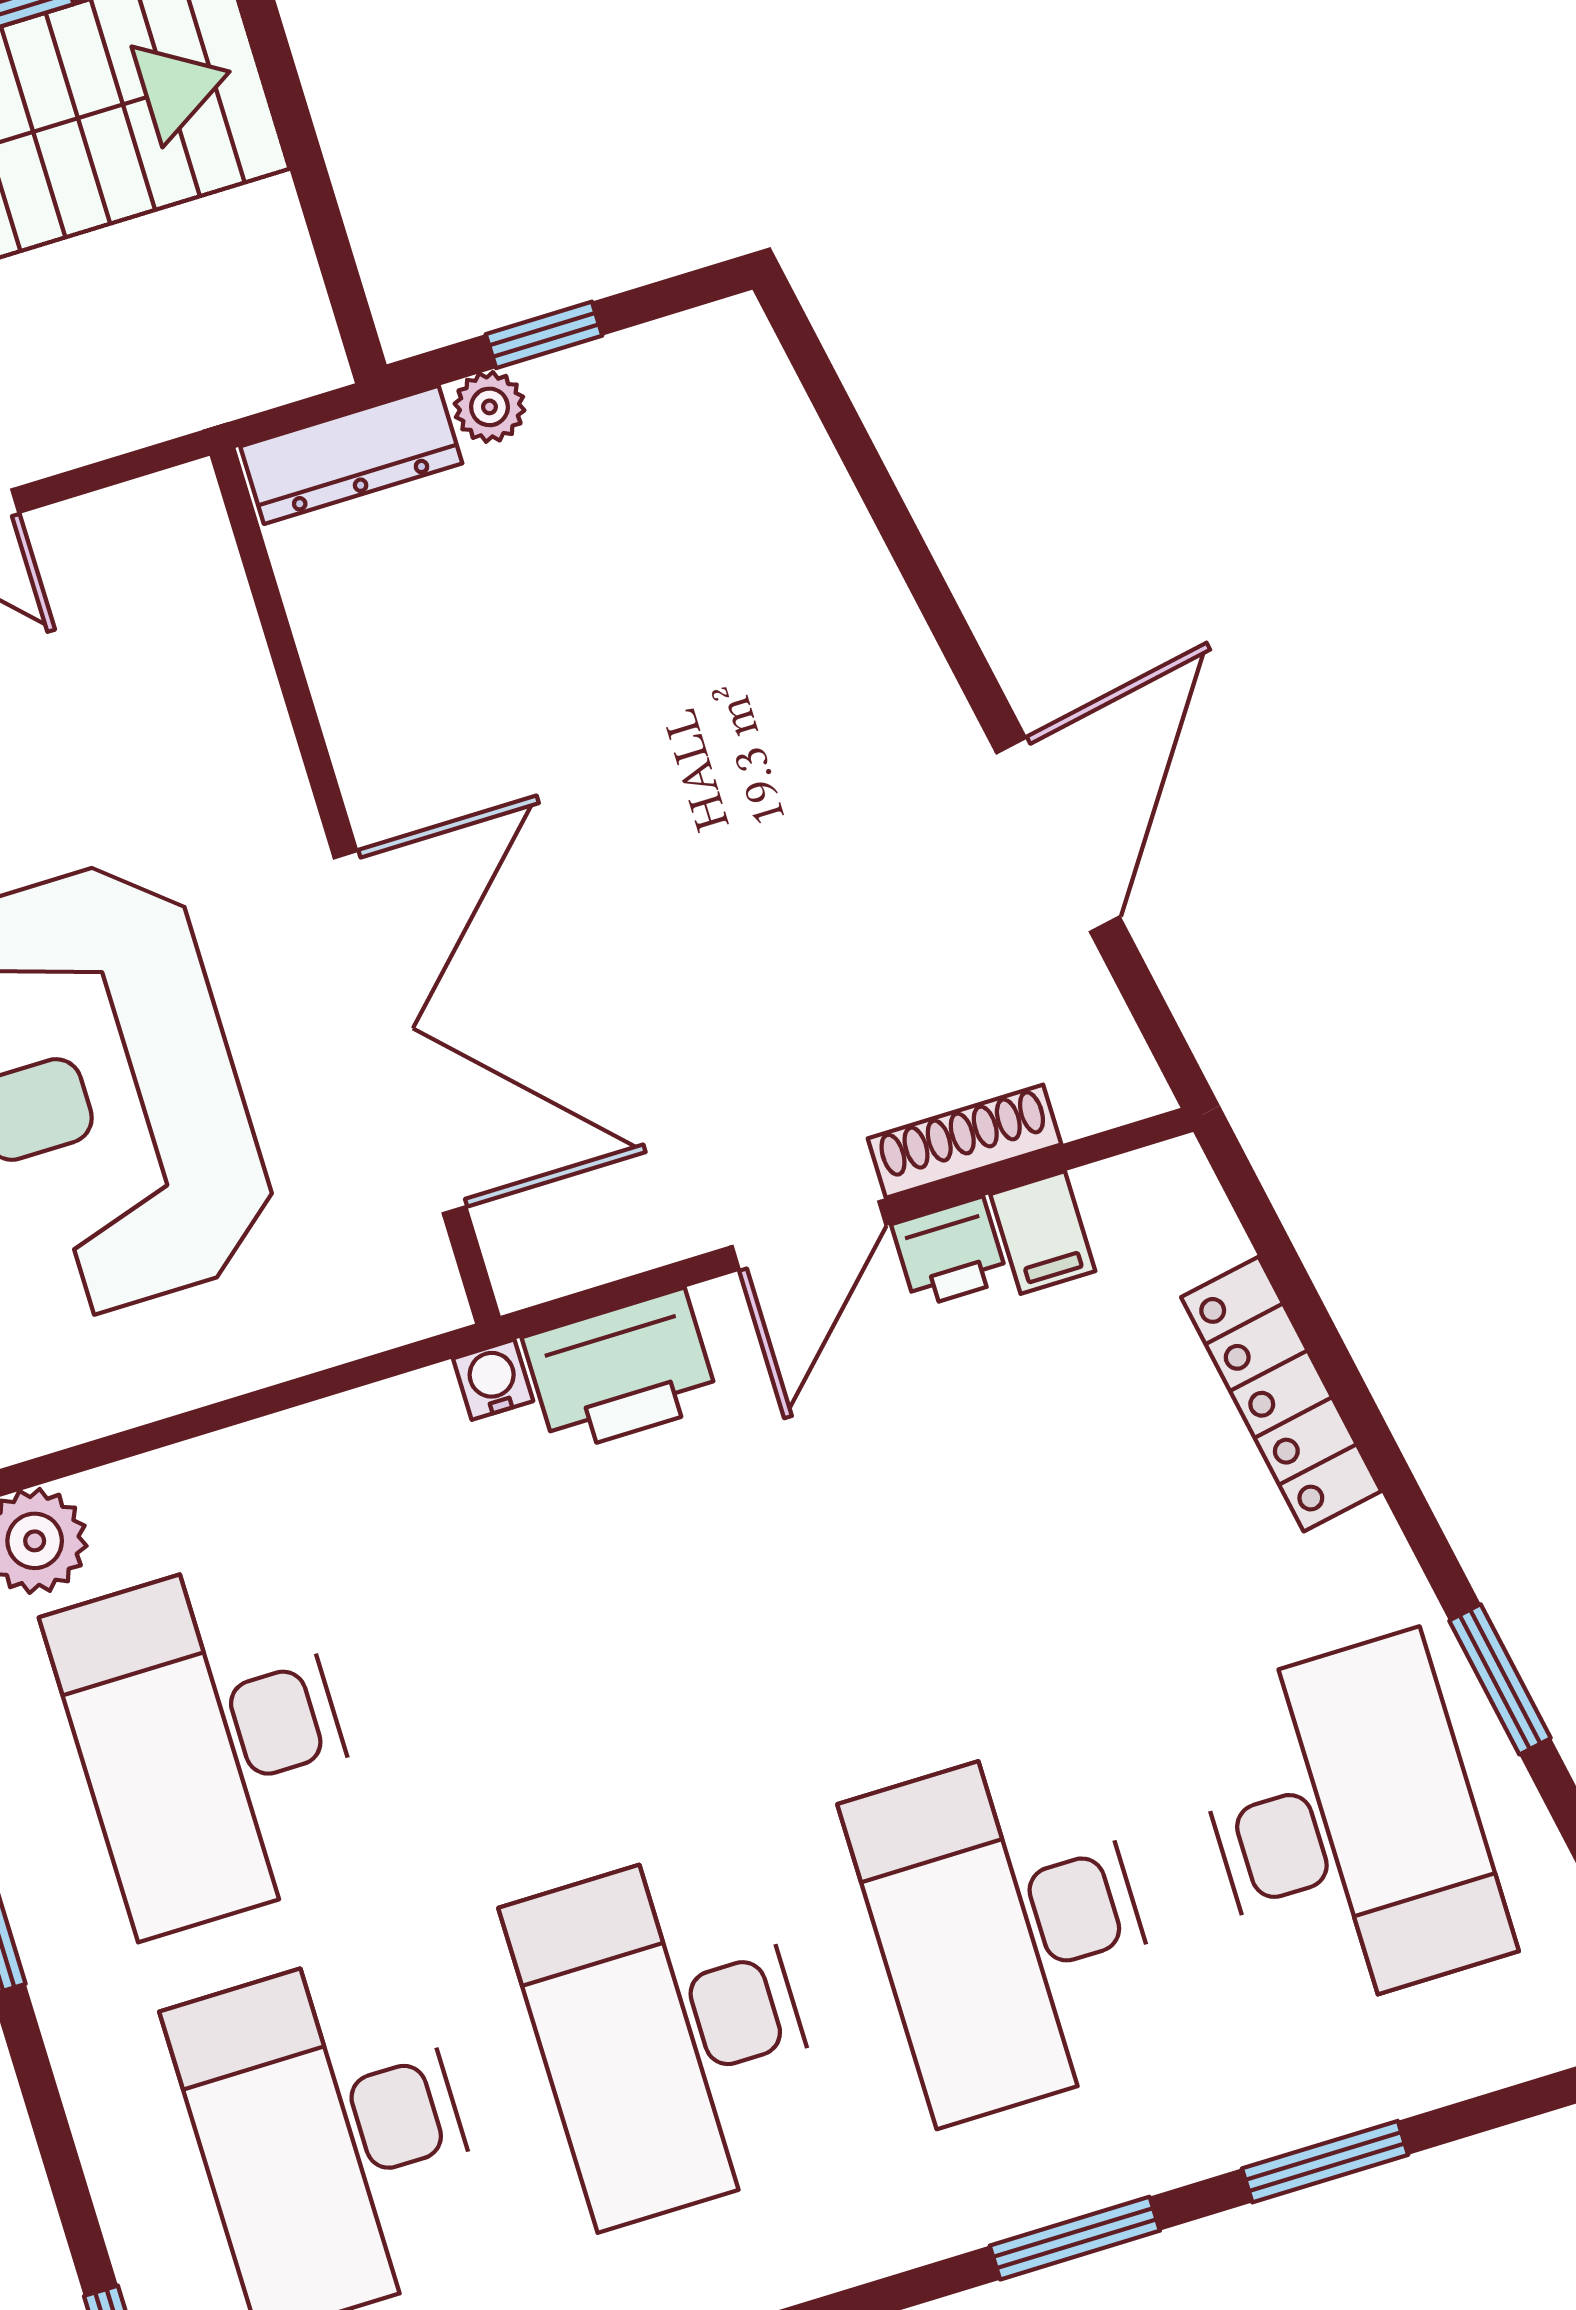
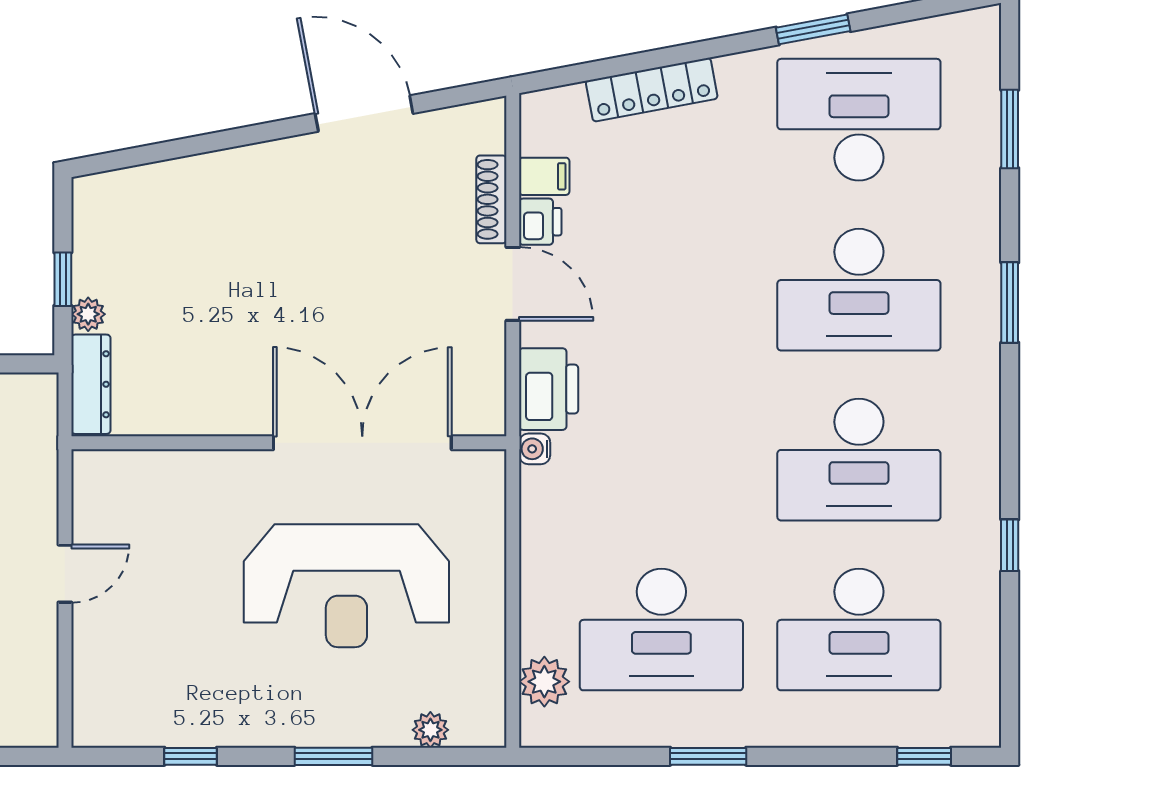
window: (1325, 2162) -> (1010, 129), moved

